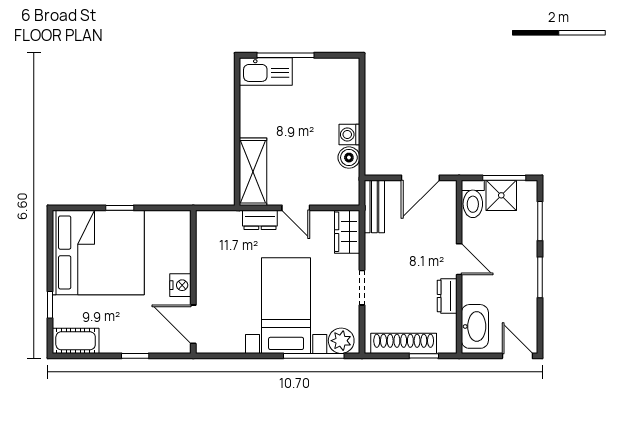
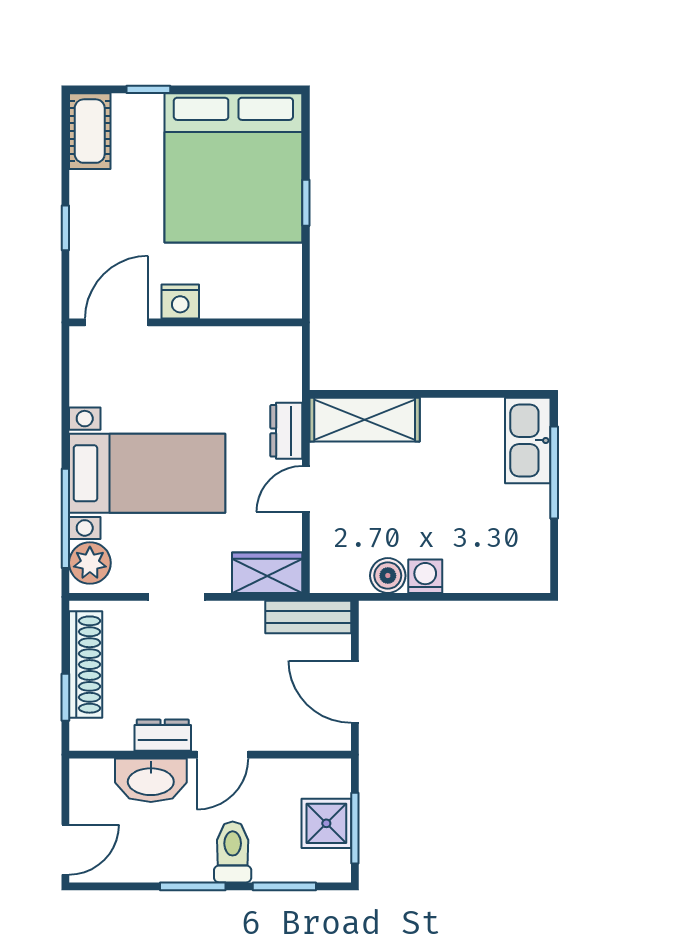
toilet: (473, 199) -> (233, 852), moved, turned 90
washbasin: (475, 326) -> (151, 780), moved

